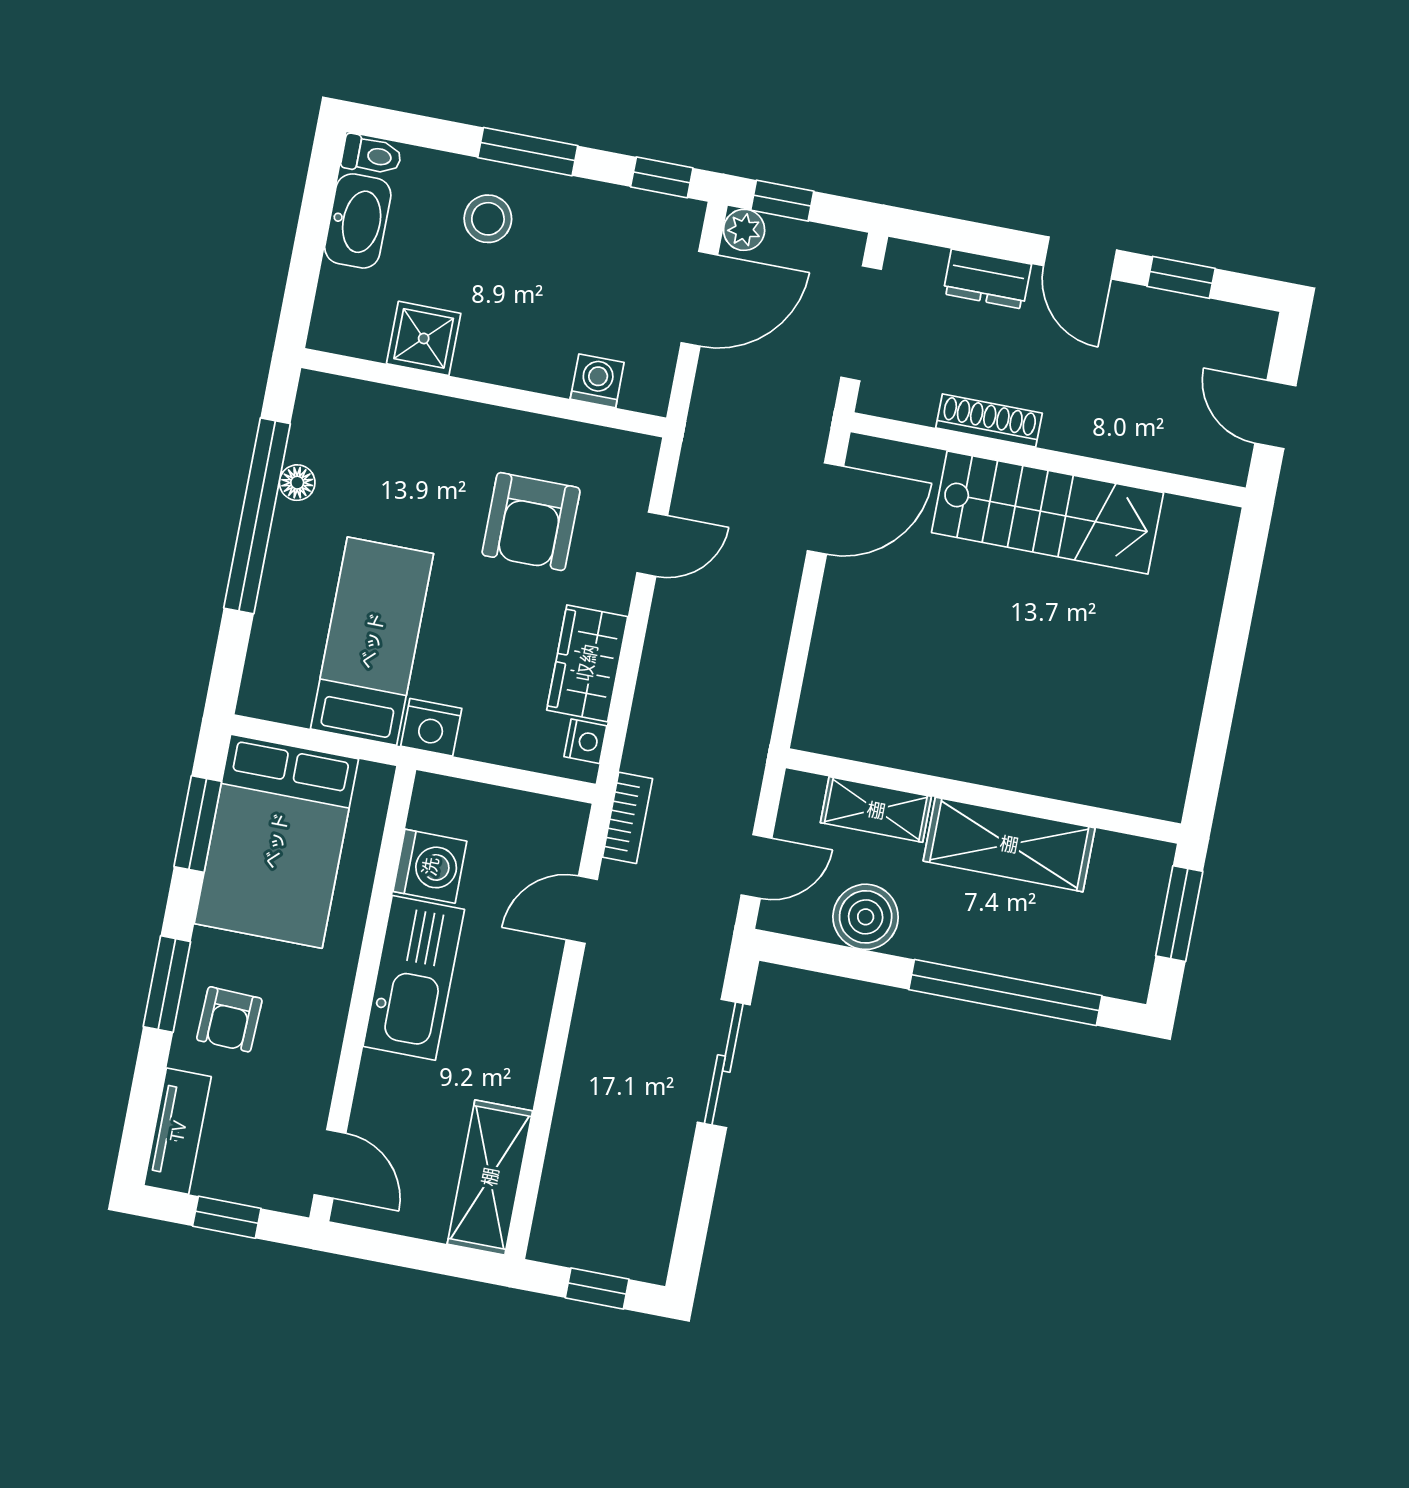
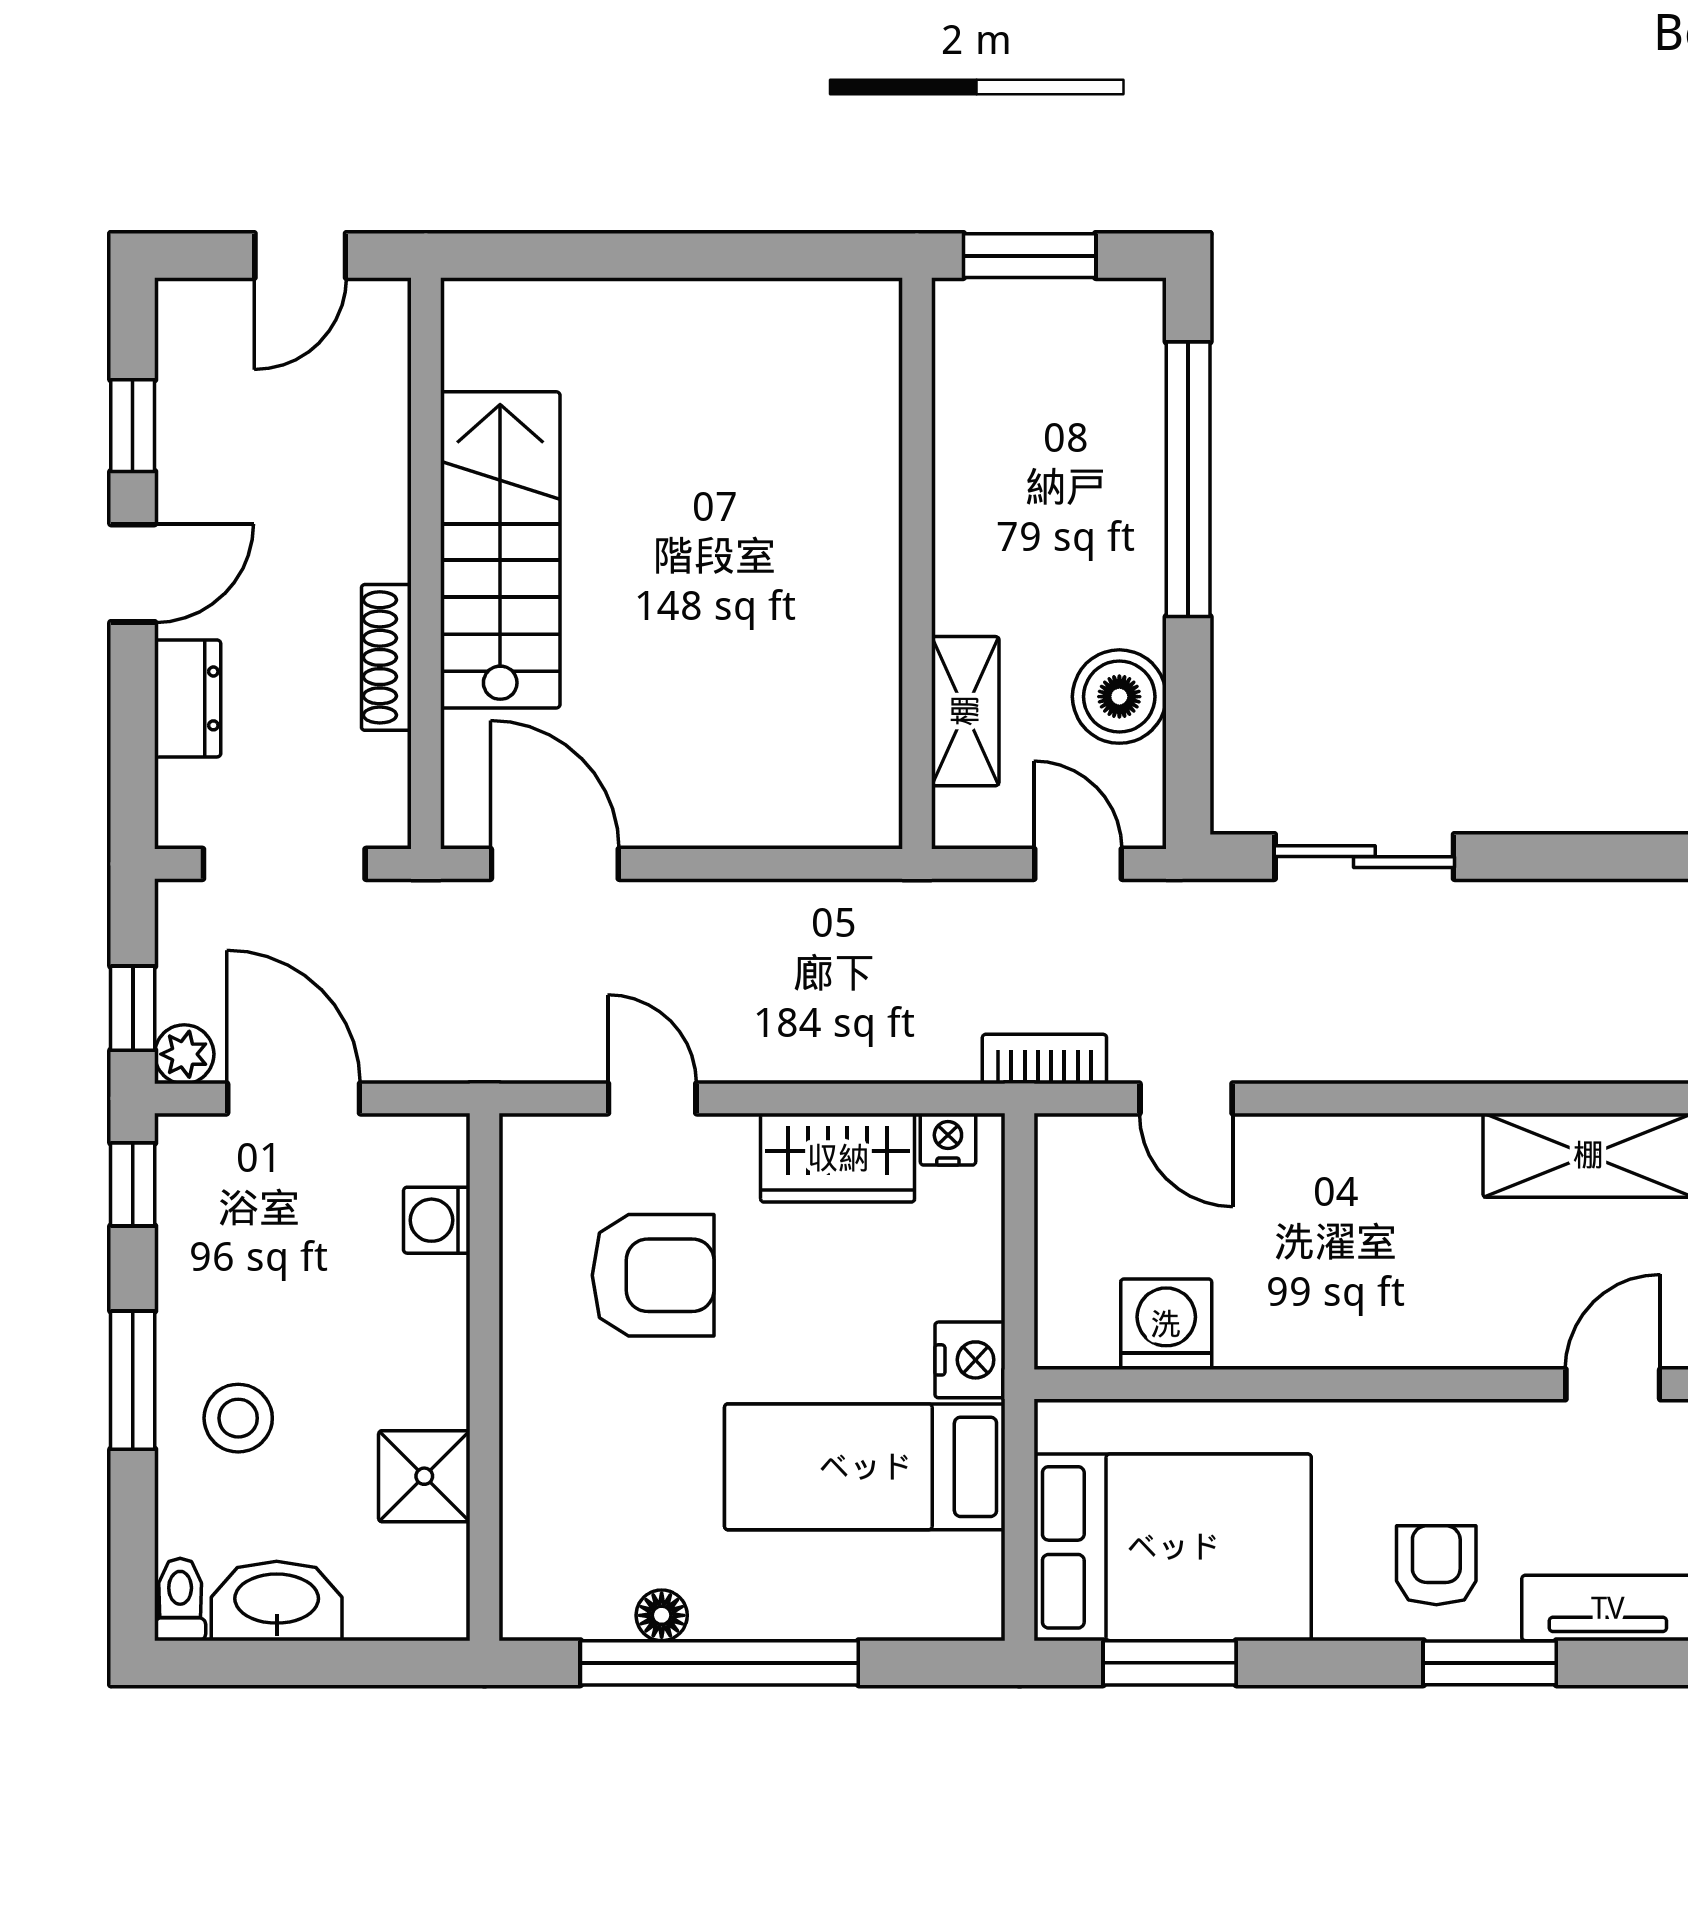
shelving: (1009, 844) -> (978, 514), removed
kitchen sink: (414, 978) -> (1328, 1317), removed
window: (167, 984) -> (1490, 1663), moved
armchair: (229, 1019) -> (1436, 1565), turned -92

